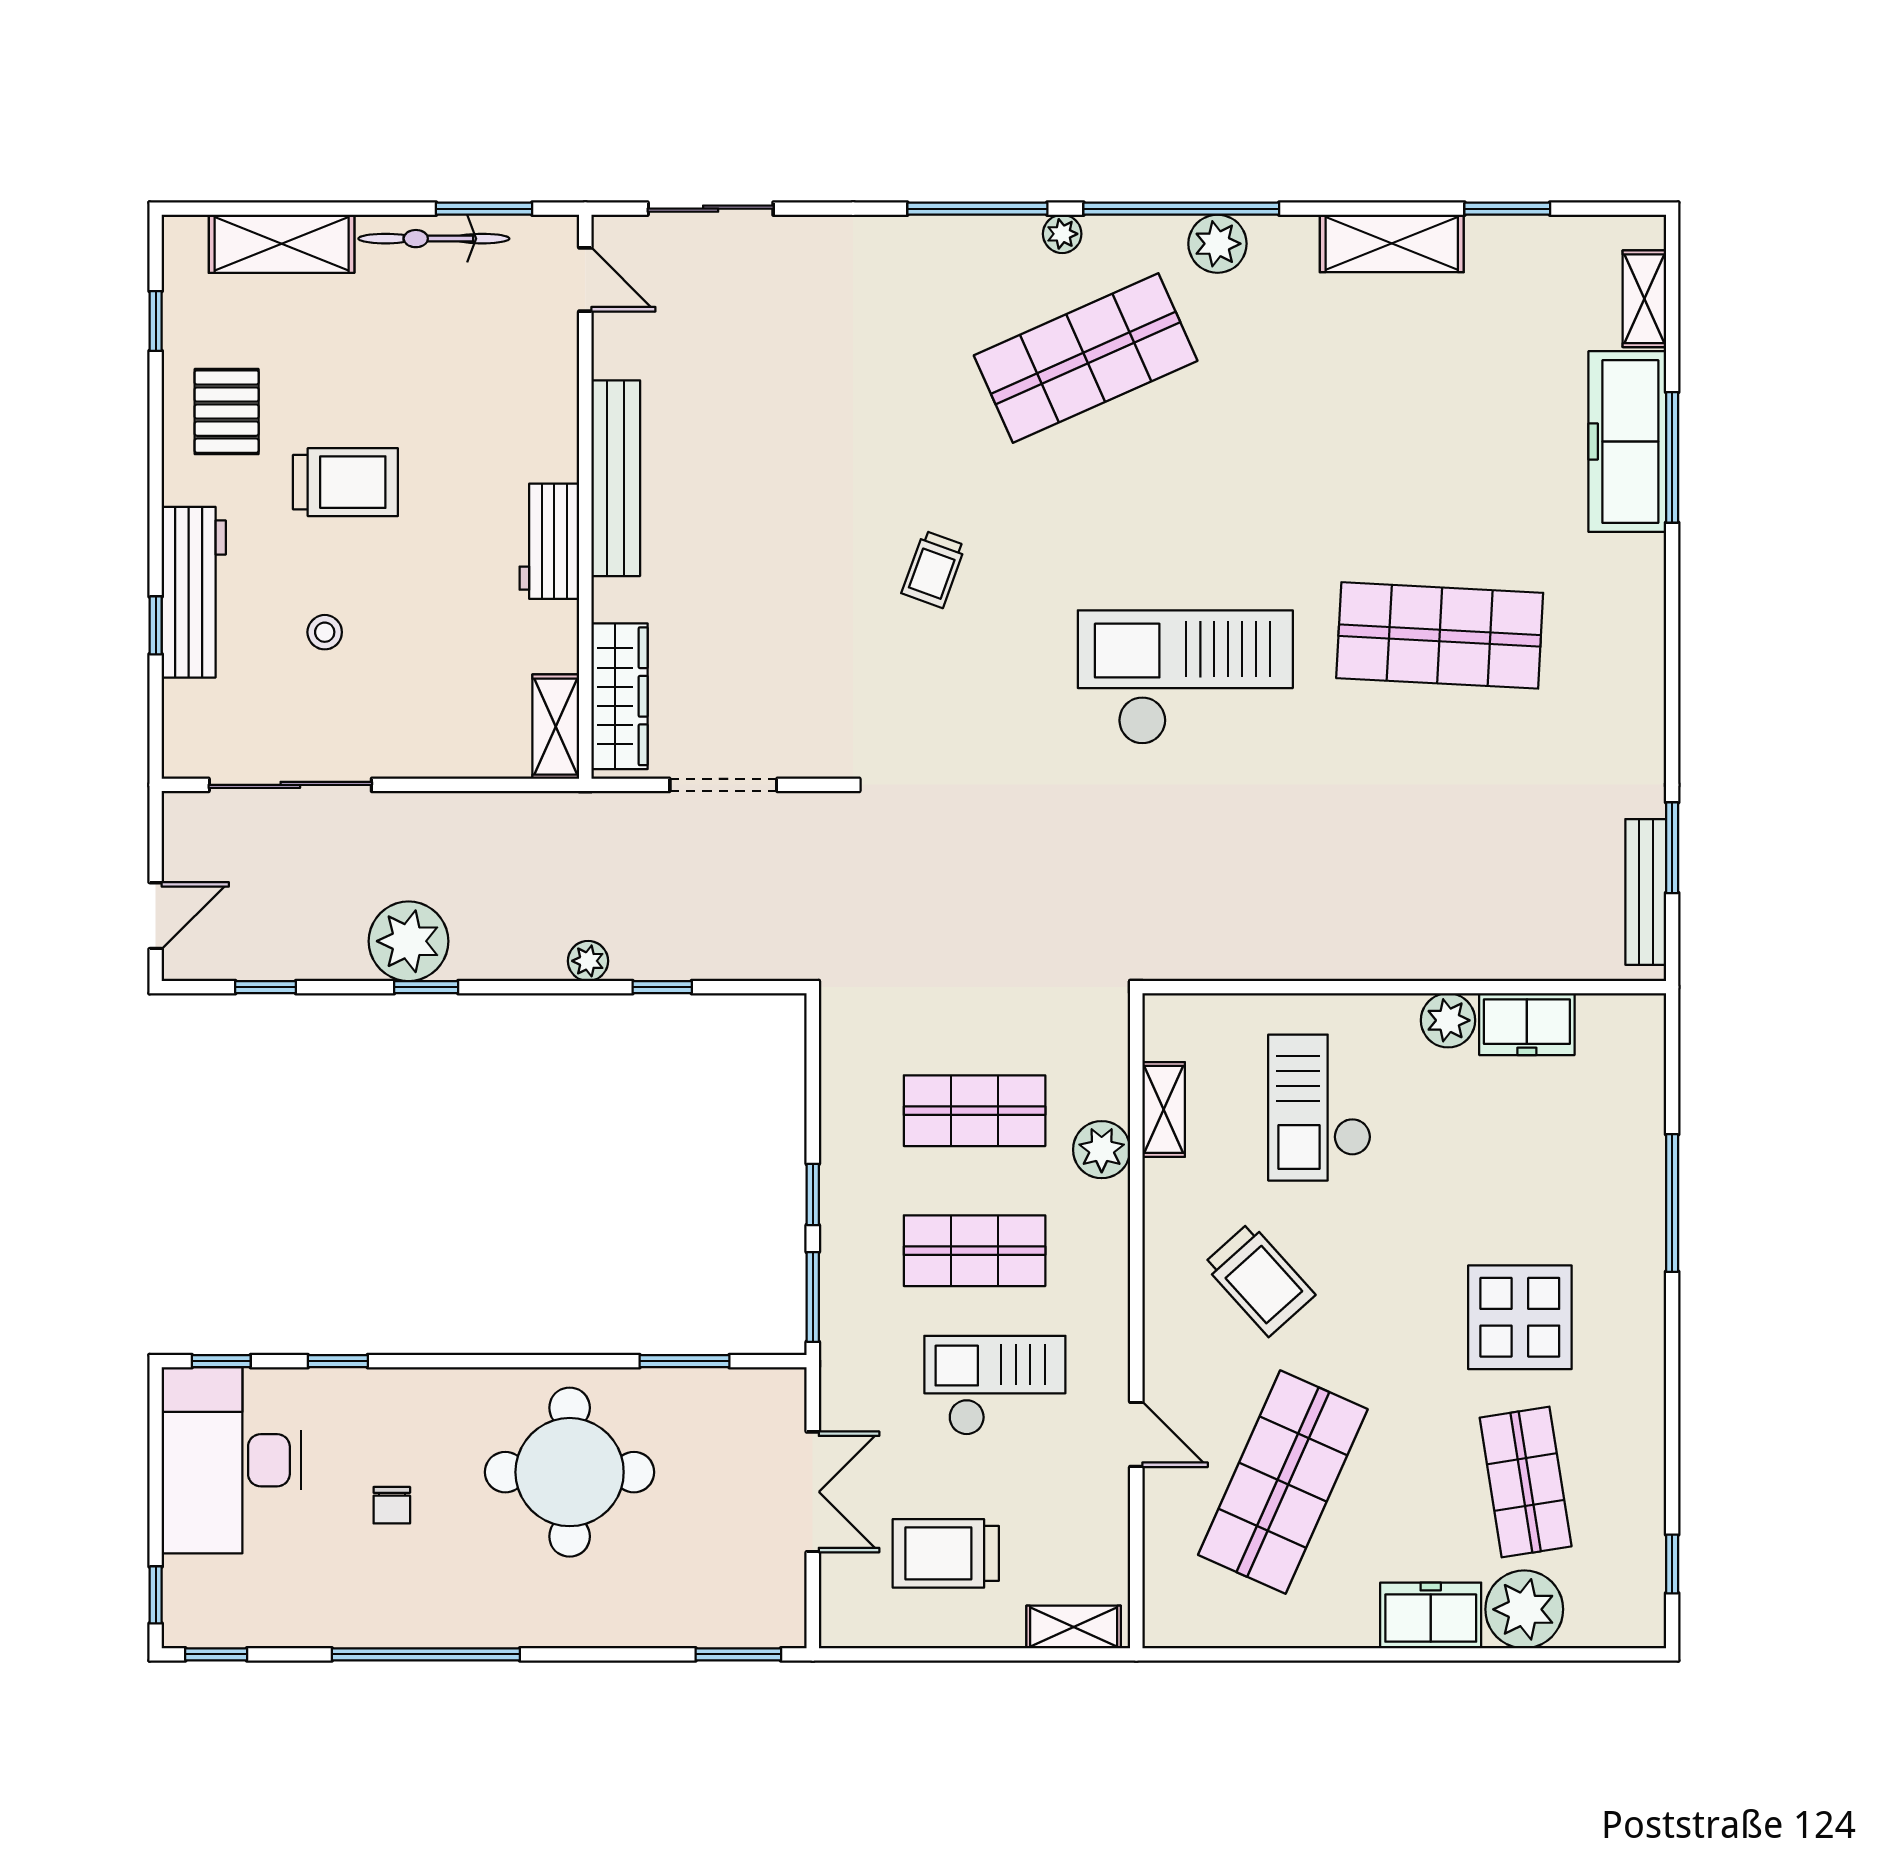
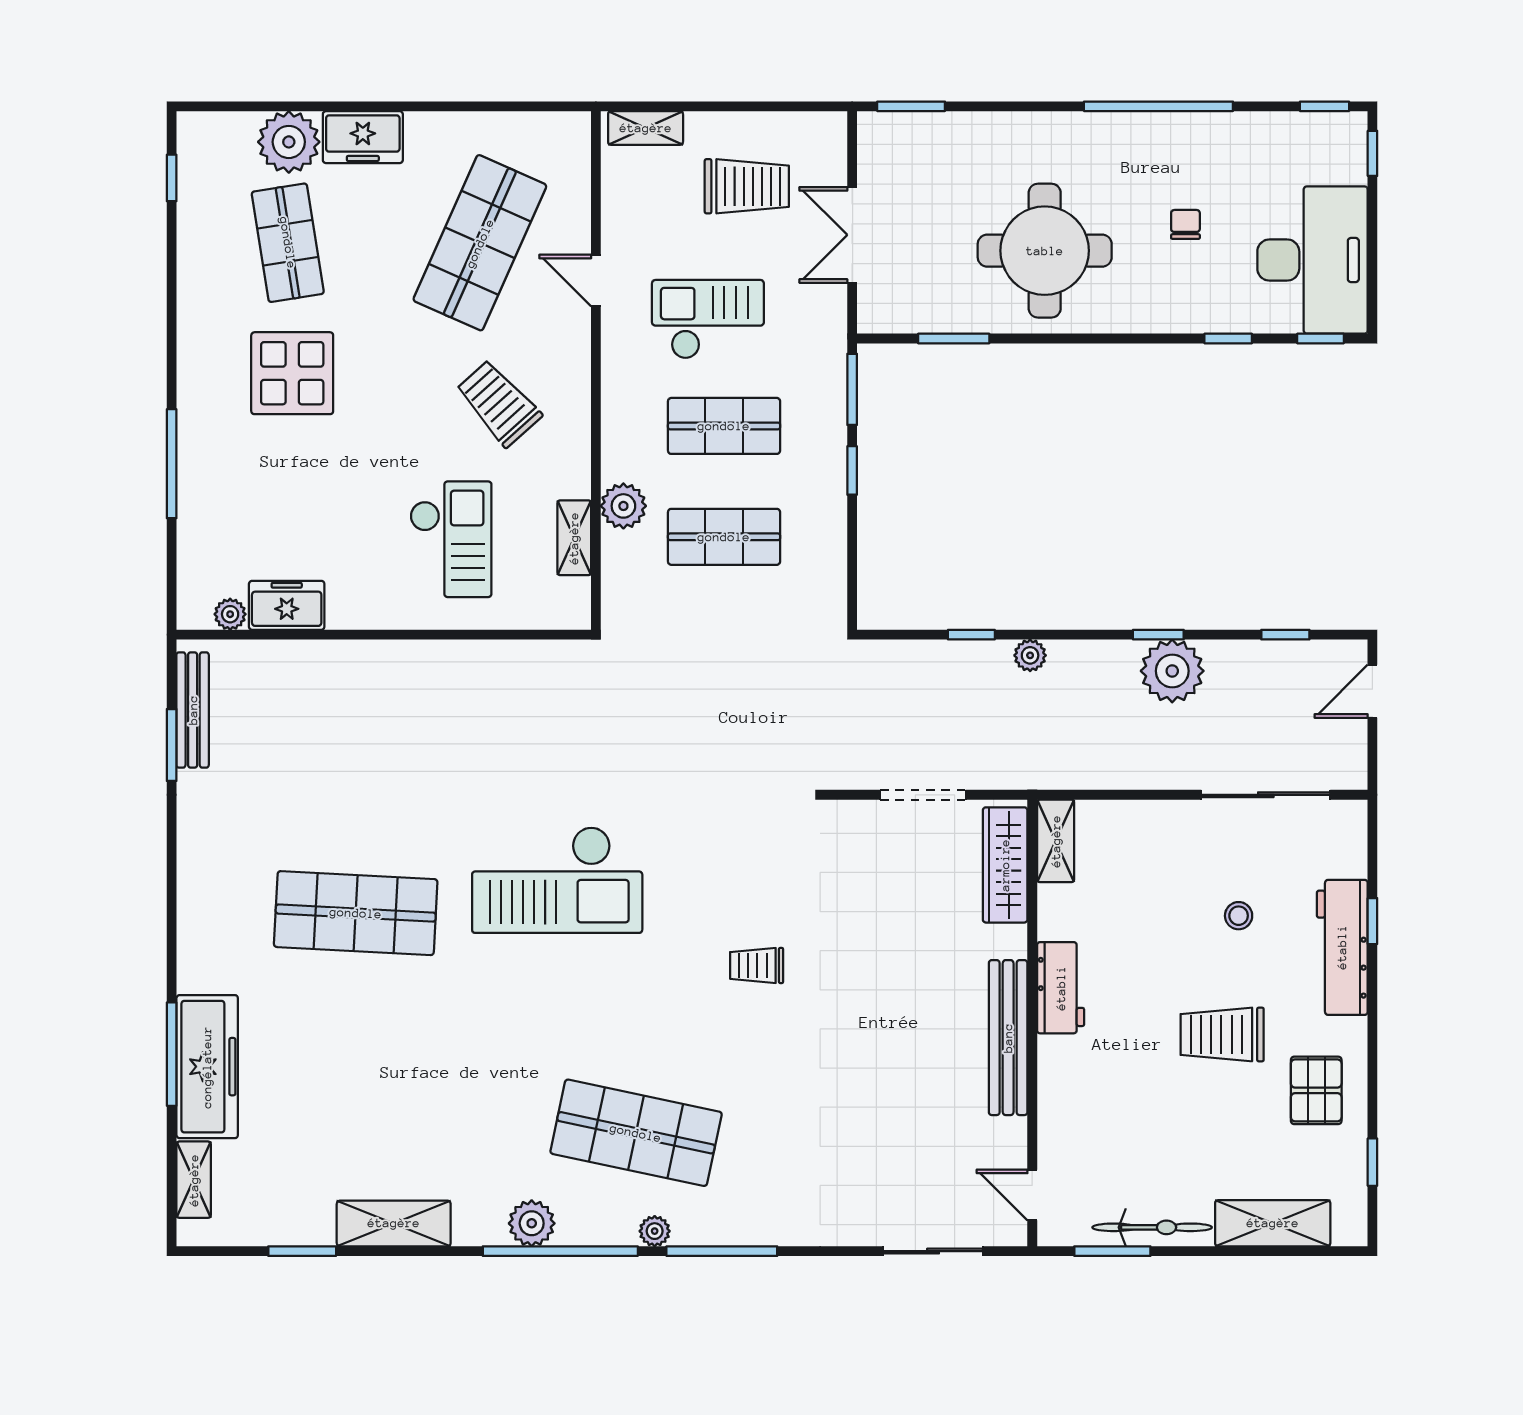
shop shelf: (1086, 358) -> (636, 1133), turned 36
trolley: (933, 569) -> (757, 965), turned -110
plant: (1448, 1020) -> (230, 614), moved, width x0.73, depth x0.73
checkout: (995, 1385) -> (708, 319), turned 180

